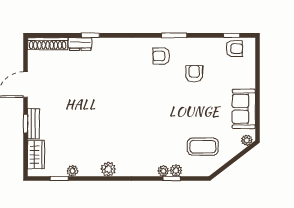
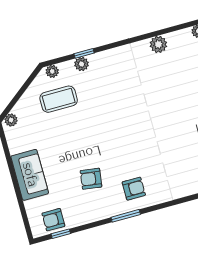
armchair: (194, 74) -> (91, 179), turned 98
sofa: (244, 109) -> (30, 175), moved
plant: (163, 171) -> (52, 71), moved

